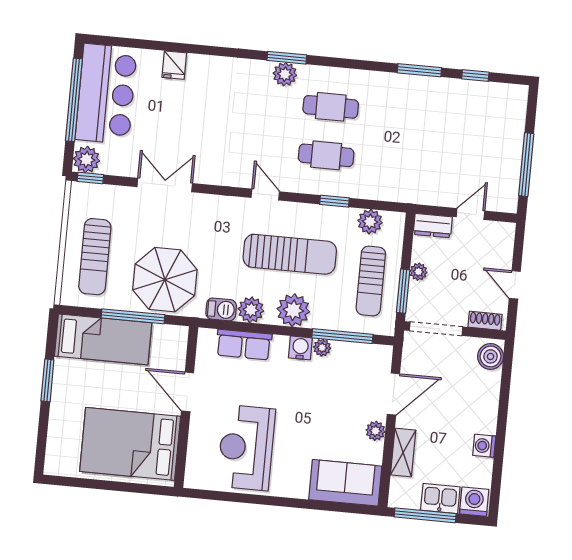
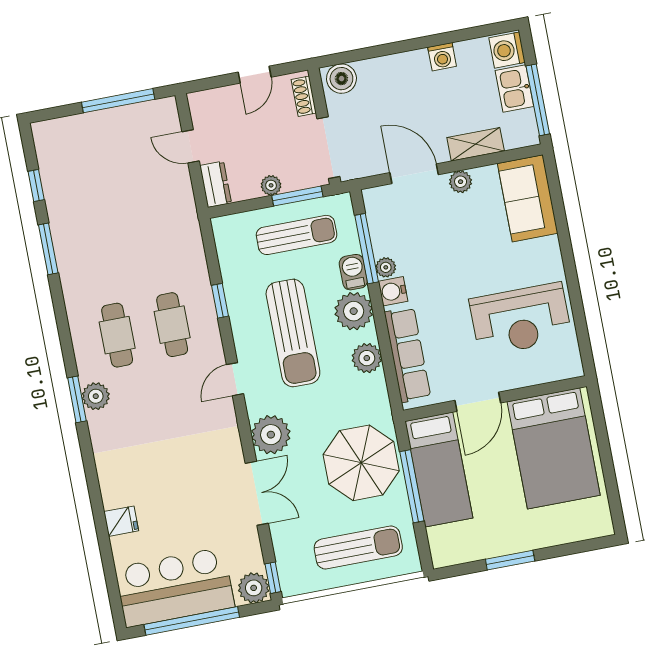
double door: (165, 185) -> (257, 493), swing flipped
plant: (370, 222) -> (271, 435), moved, width x1.36, depth x1.36
sun lounger: (290, 254) -> (293, 333), turned 180
barbecue: (221, 309) -> (353, 272), moved
bed: (103, 339) -> (439, 470), moved, turned 180
row of seats: (244, 345) -> (407, 355), width x1.48

